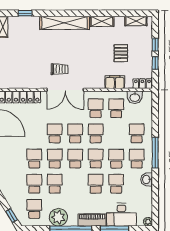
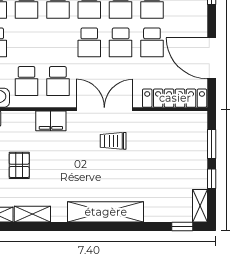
window: (25, 13) -> (182, 227), moved
shelving: (102, 21) -> (32, 214), moved
filing cabinet: (115, 82) -> (51, 121), moved
school desk: (96, 133) -> (152, 42), moved

